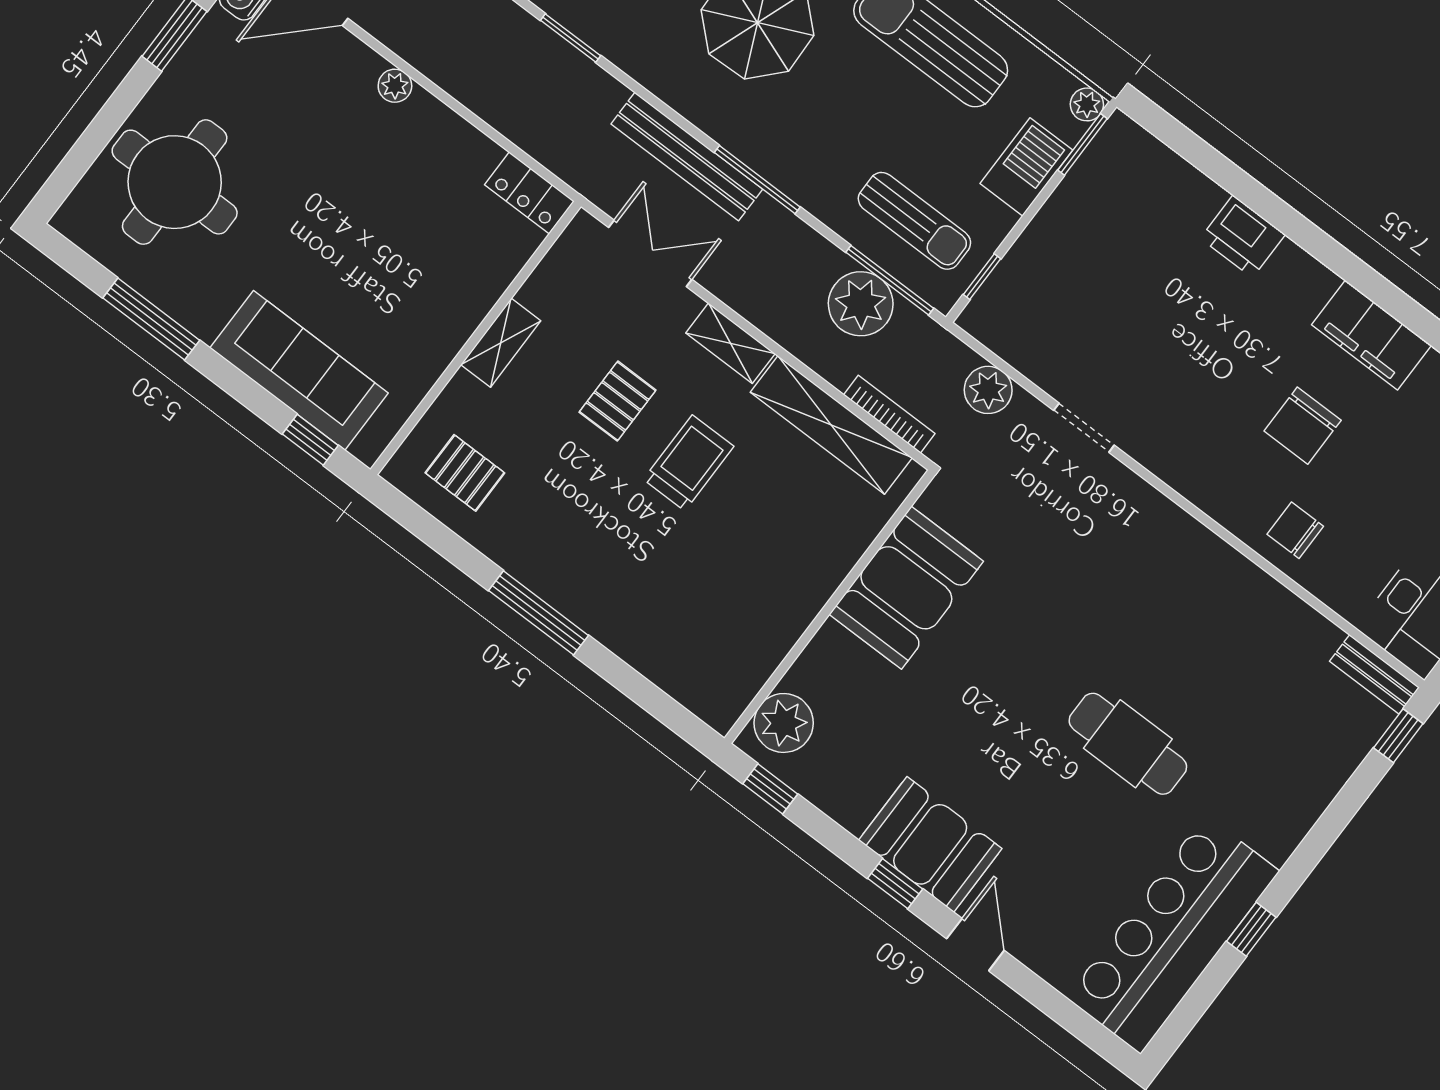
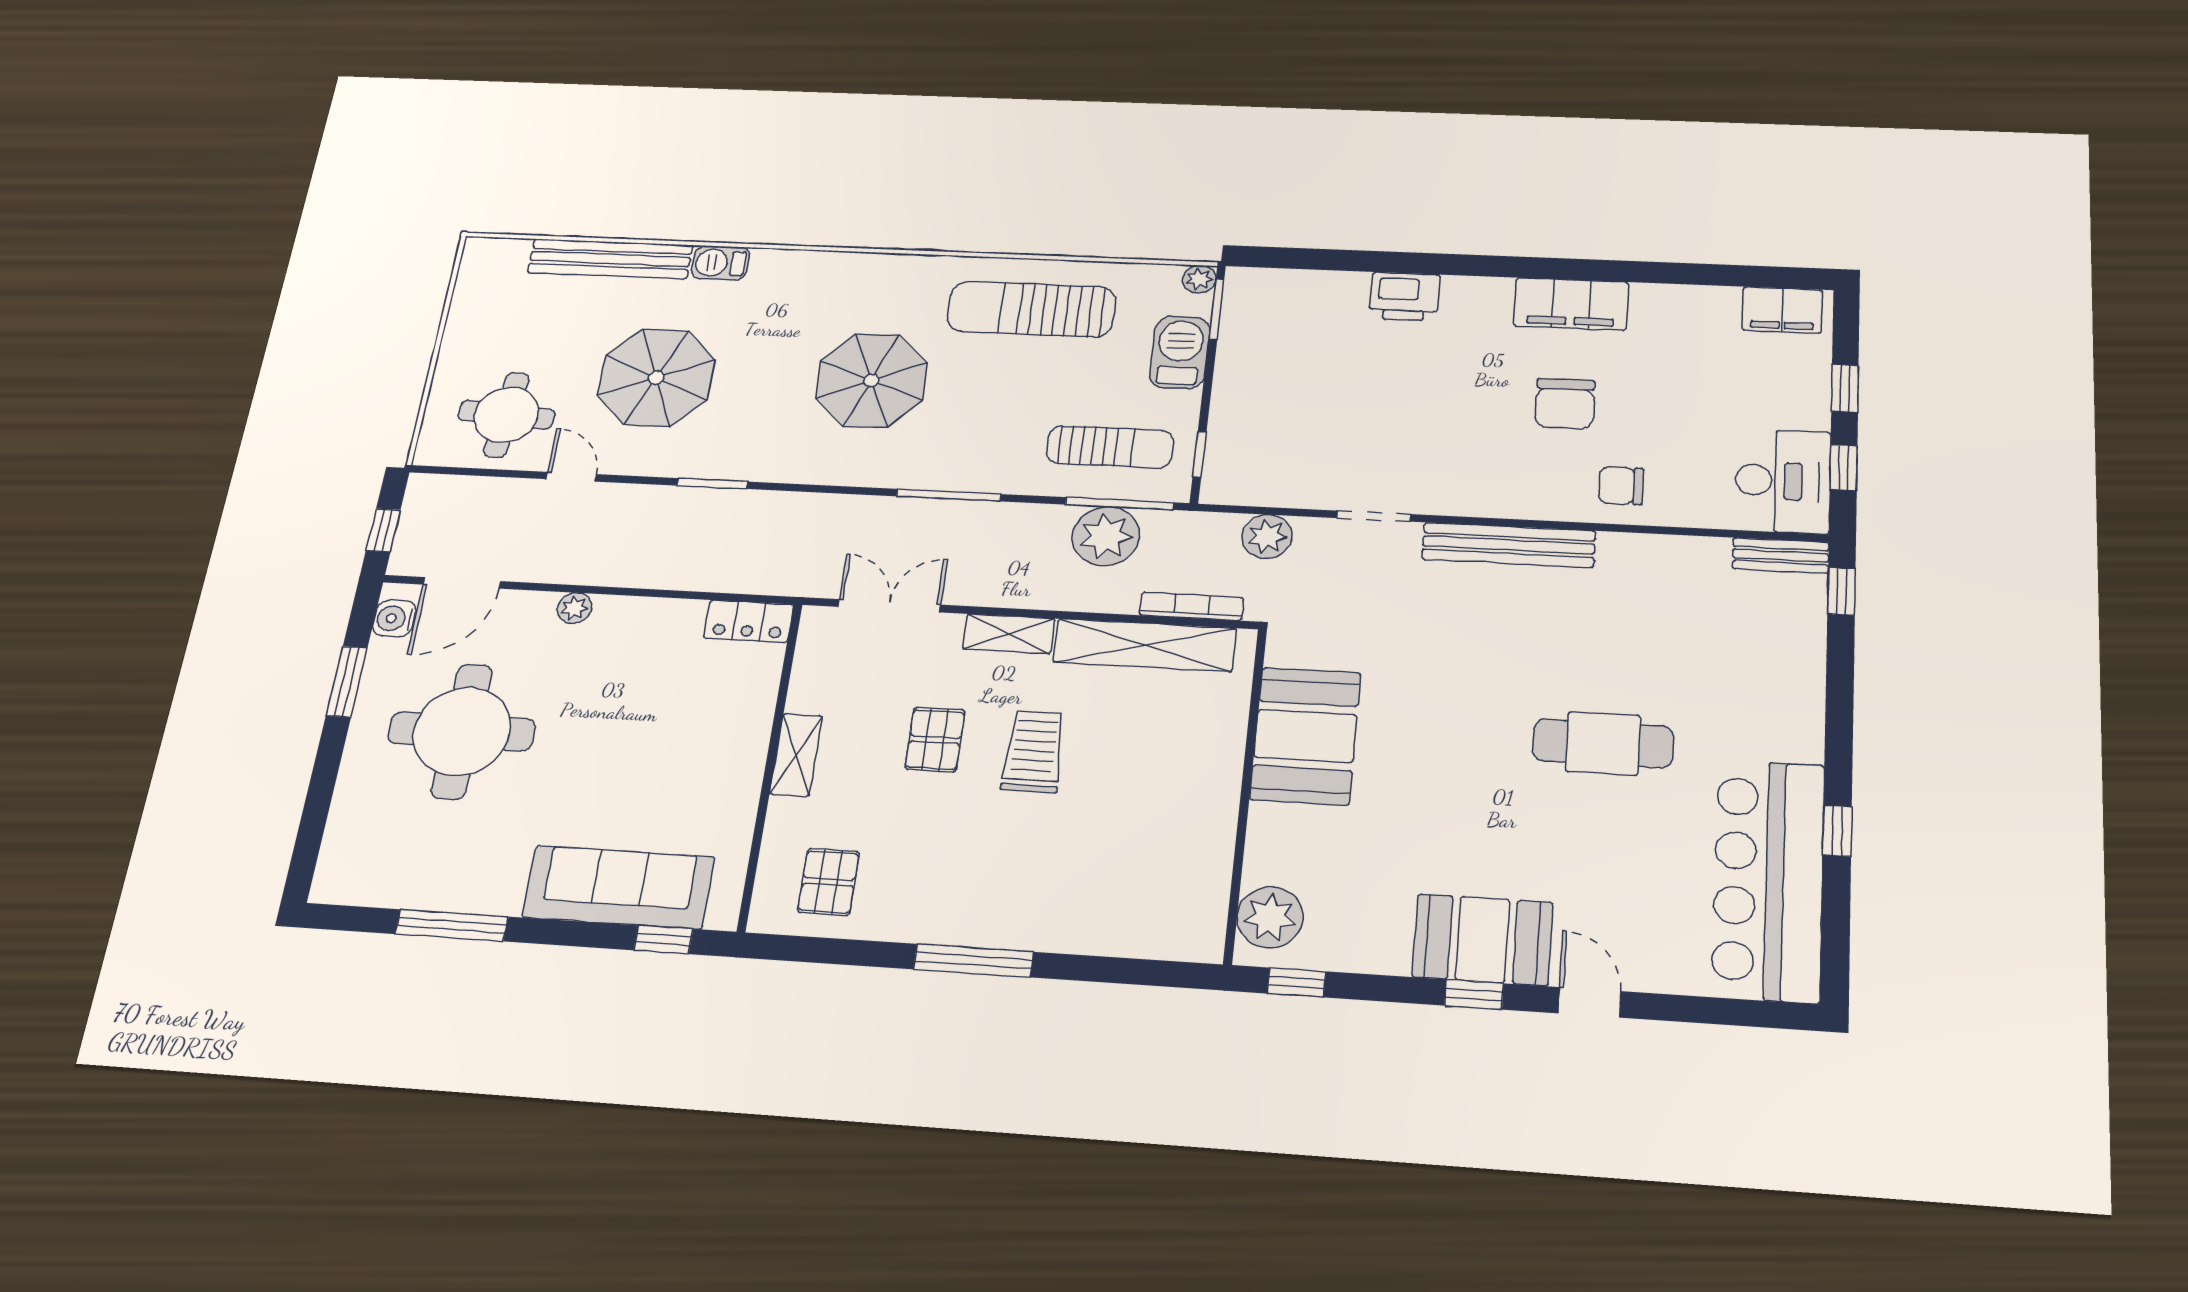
bench: (687, 156) -> (1509, 545), moved
round table: (175, 182) -> (462, 731), moved
pallet: (465, 473) -> (828, 882), turned 90

